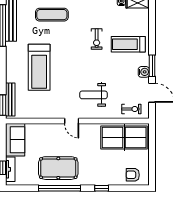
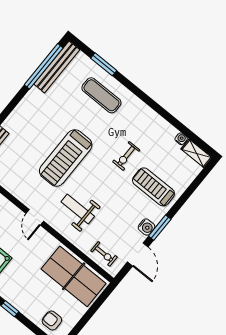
treadmill: (39, 67) -> (66, 158), moved

